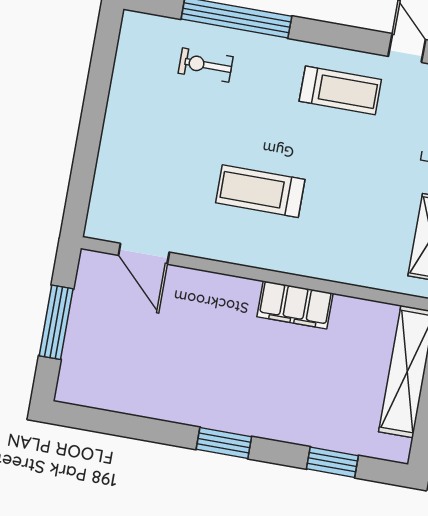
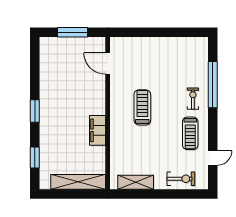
exercise bike: (206, 65) -> (193, 99), moved
door: (144, 254) -> (108, 64), hinge flipped

